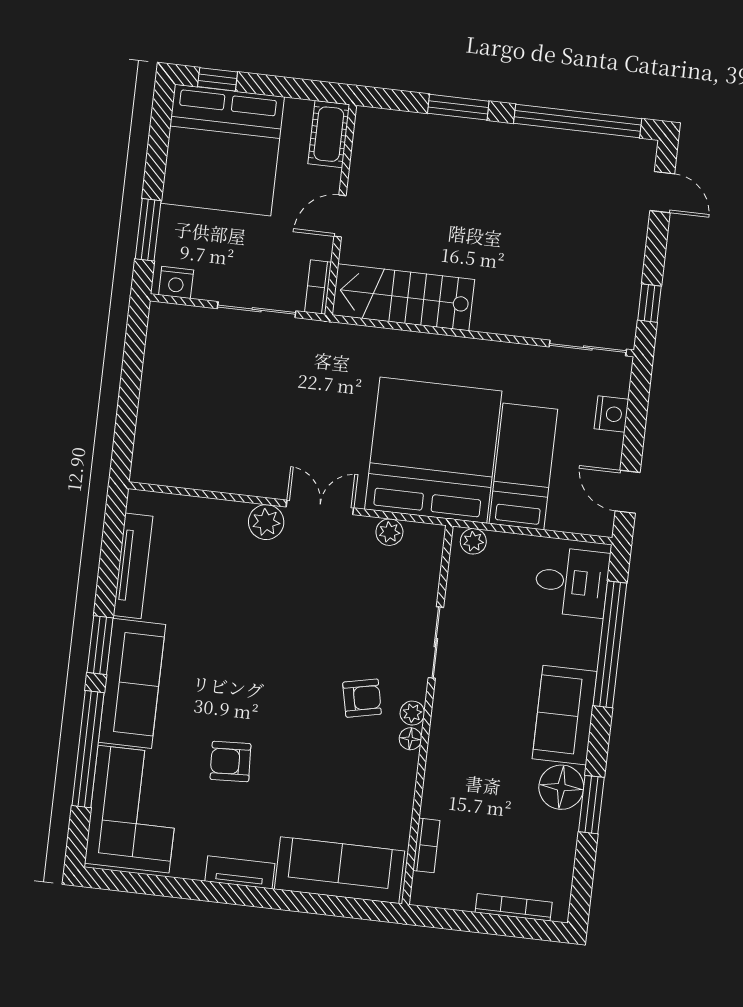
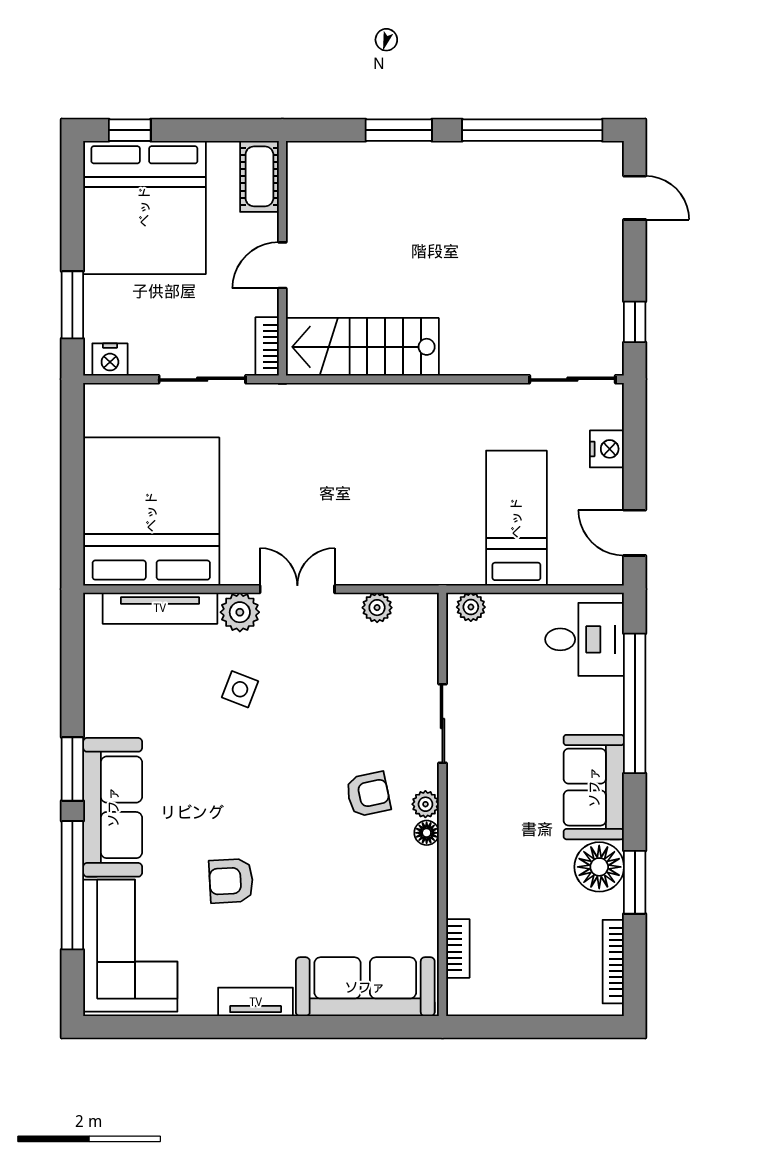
bed: (433, 450) -> (151, 512), moved
tv unit: (133, 566) -> (160, 608), moved, turned 90
side table: (258, 591) -> (240, 689), added
bookcase: (514, 907) -> (613, 962), moved, turned -90

